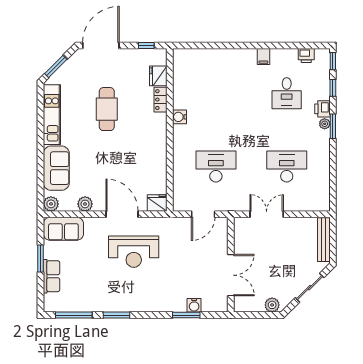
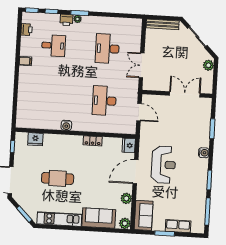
locker: (161, 100) -> (93, 141), moved
water cooler: (194, 305) -> (204, 153), moved

